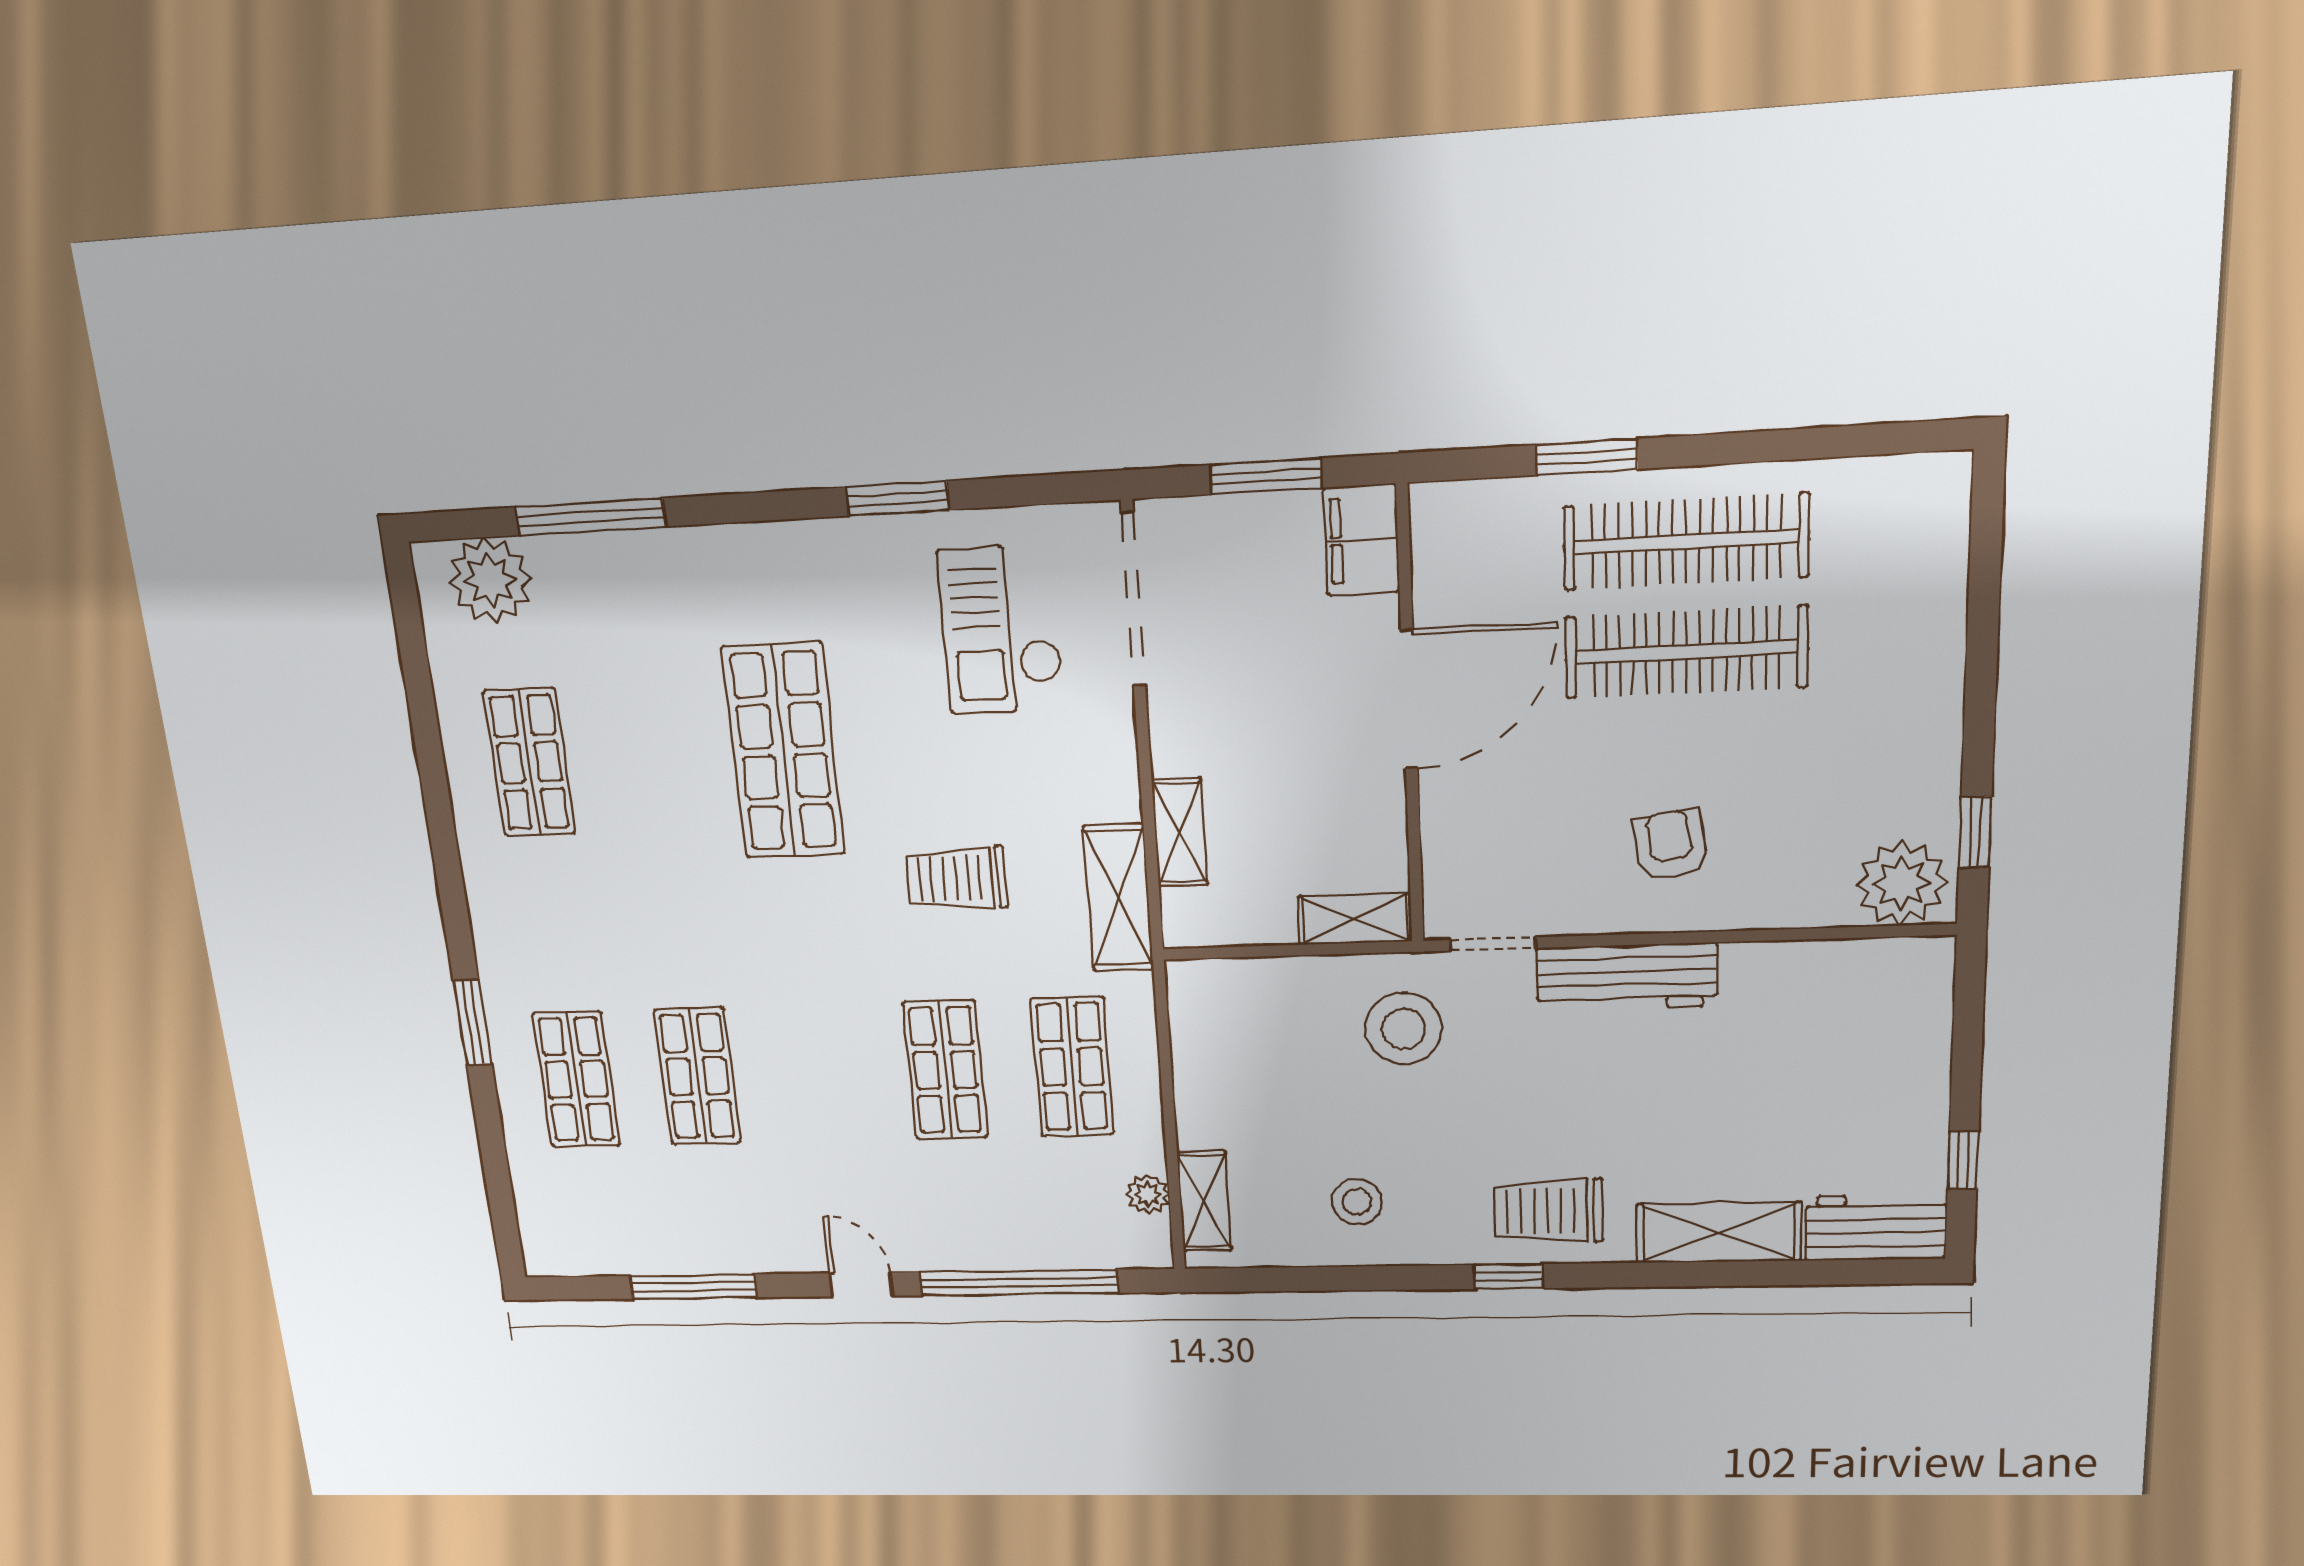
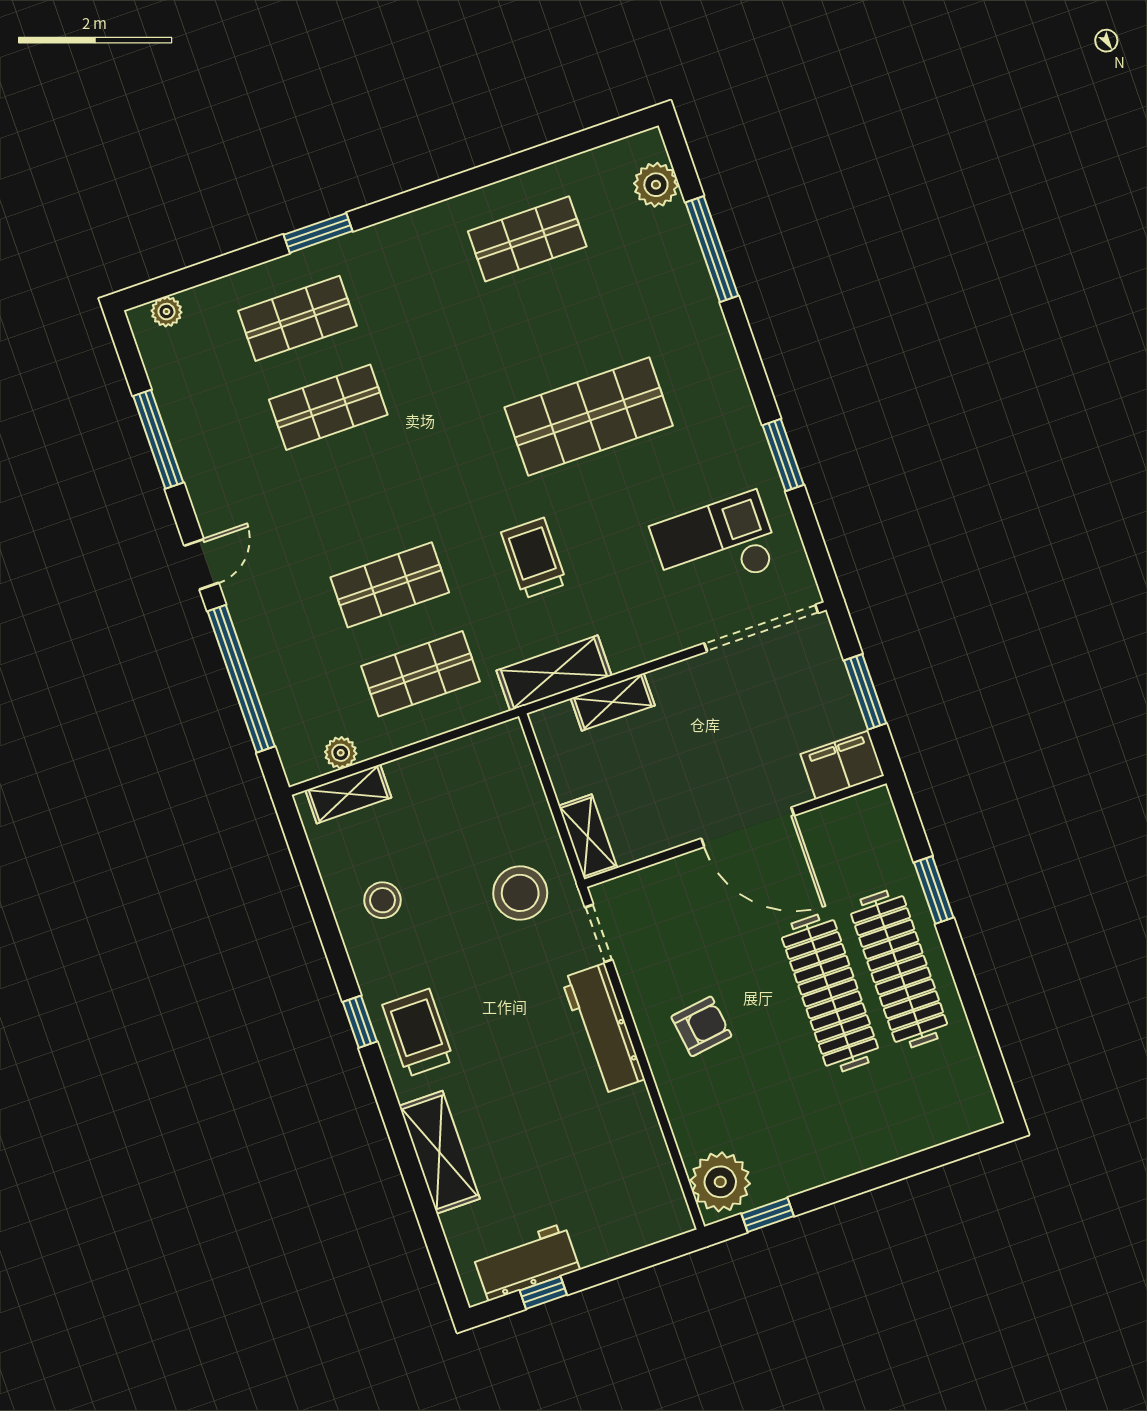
plant: (490, 580) -> (656, 185), width x0.73, depth x0.73
workbench: (1876, 1227) -> (526, 1262), moved, turned -90
plant: (537, 1230) -> (166, 312), added

